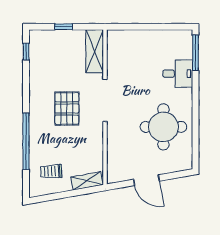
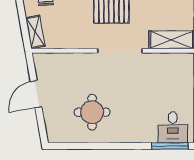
desk: (178, 74) -> (173, 127), moved
round table: (163, 127) -> (92, 112), width x0.73, depth x0.73

